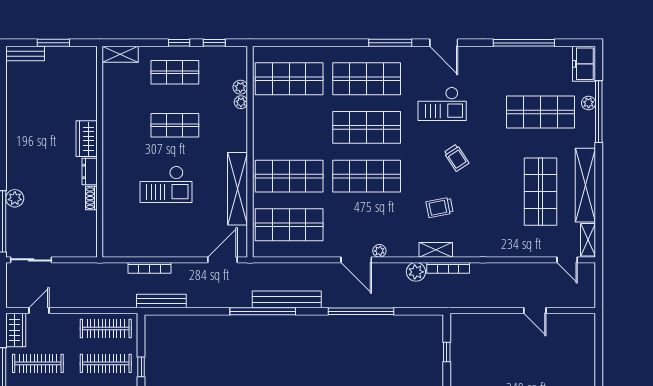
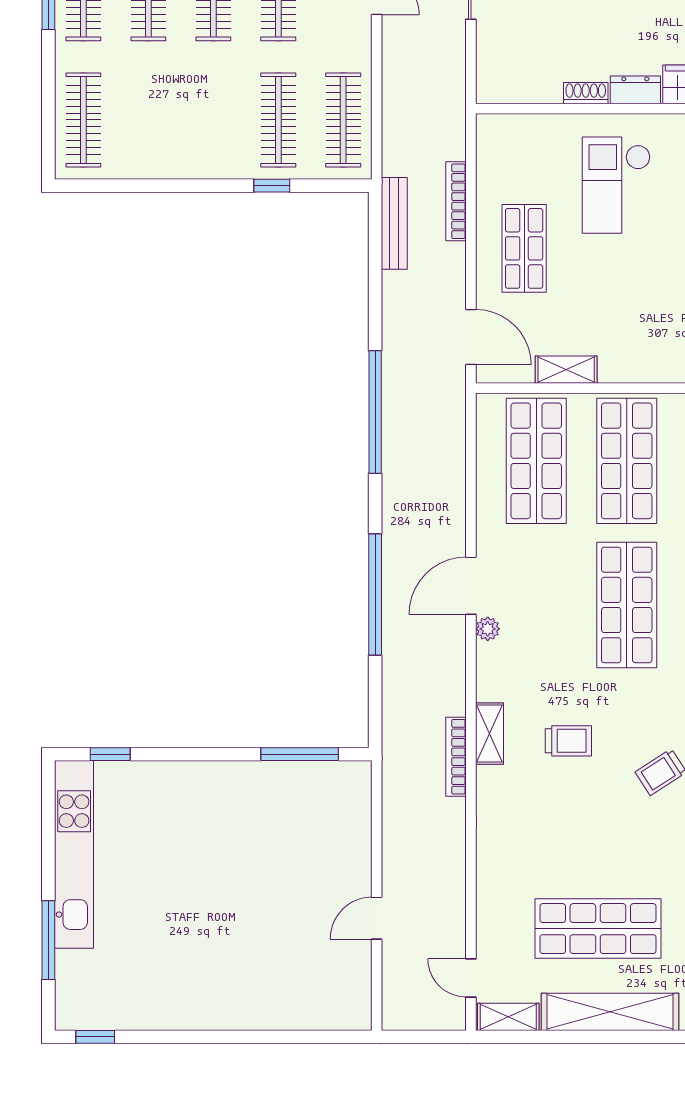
checkout: (166, 184) -> (616, 185), moved
shelving: (238, 189) -> (566, 370), width x0.45, depth x0.75
trolley: (440, 207) -> (568, 741), turned 101
shop shelf: (175, 231) -> (524, 248), added
door: (567, 260) -> (471, 978), hinge flipped
plant: (416, 272) -> (449, 697), removed
bench: (287, 299) -> (397, 456), removed
window: (447, 352) -> (300, 754), width x2.17

